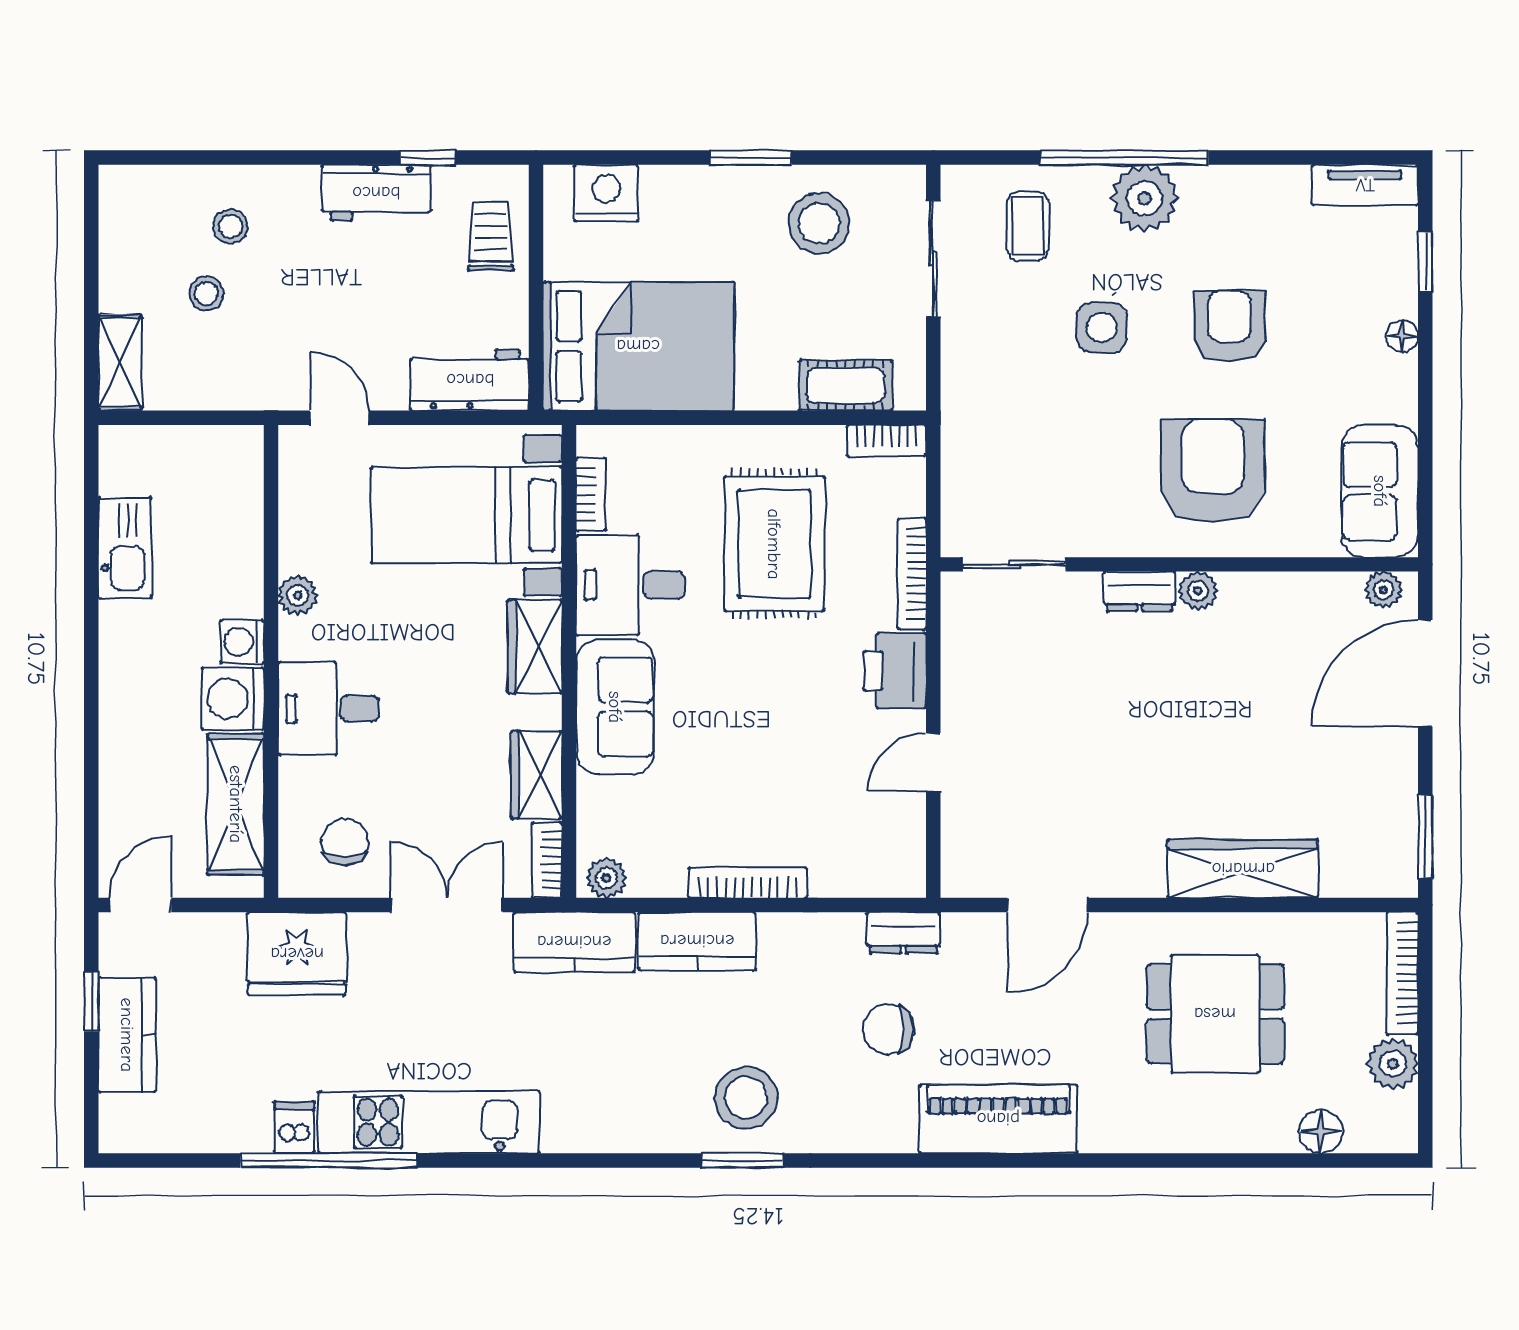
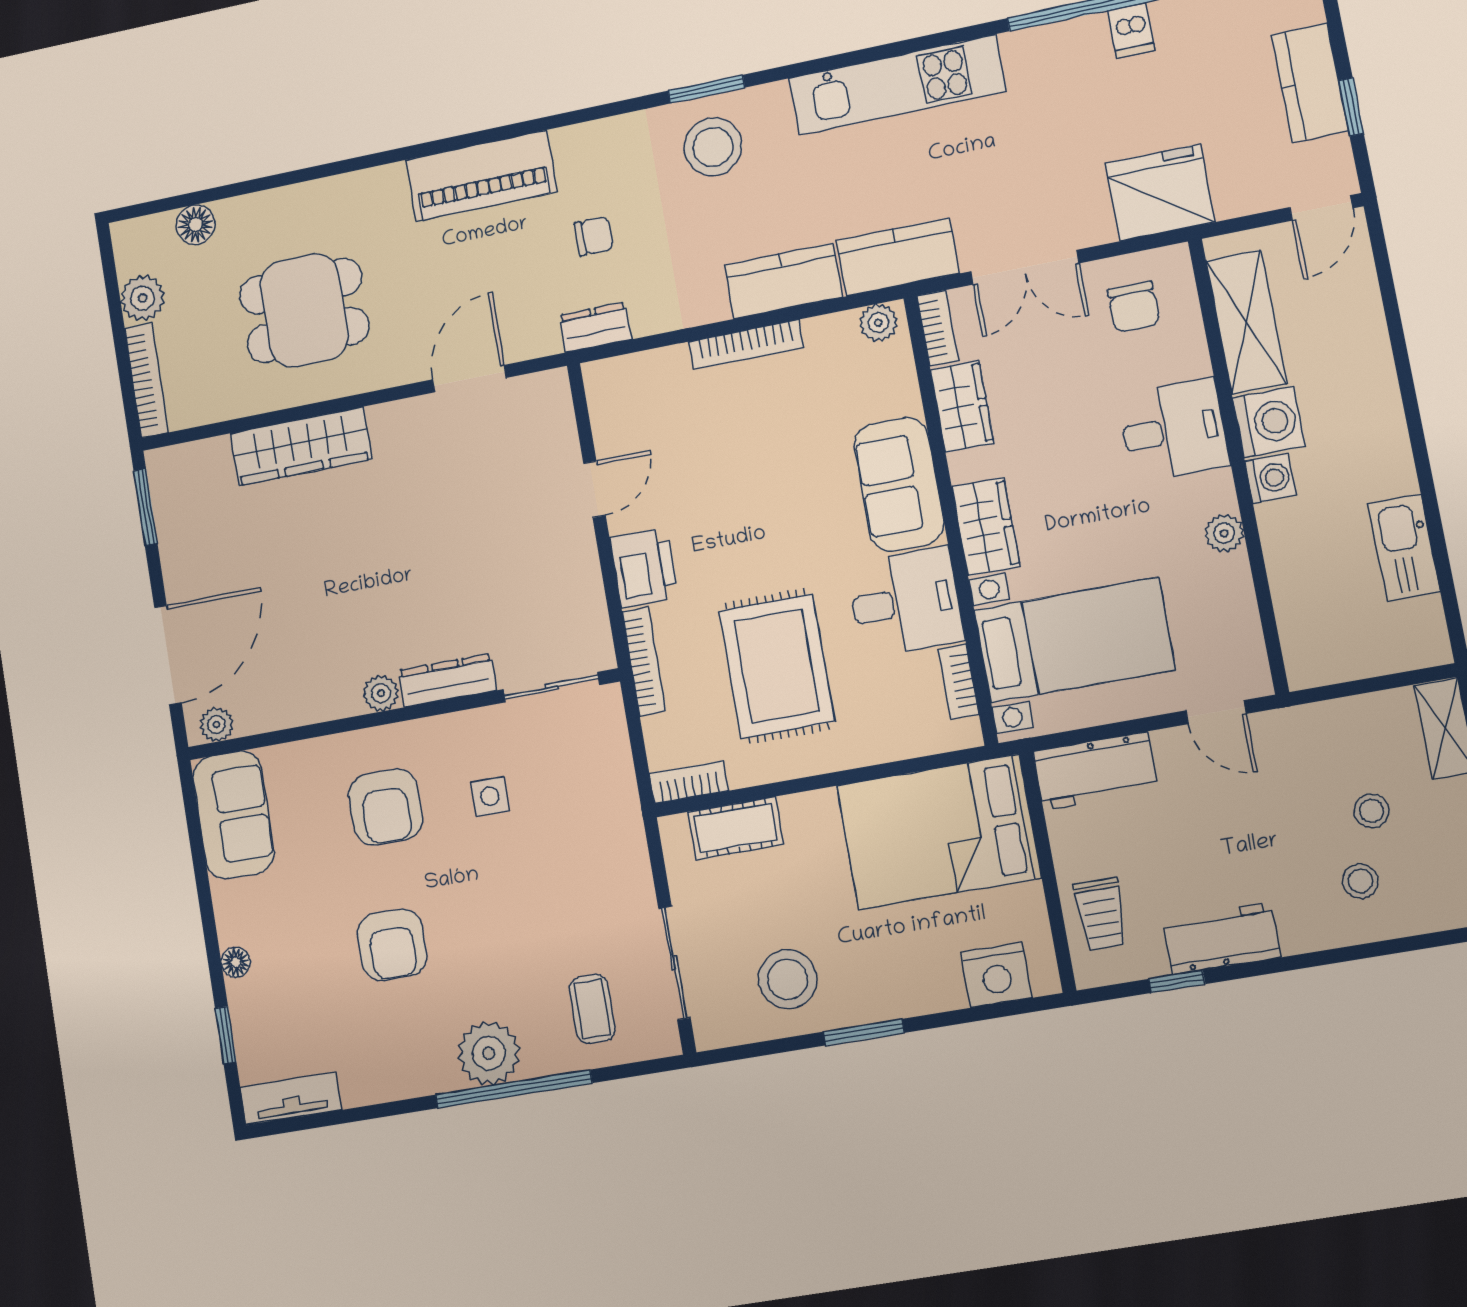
side table: (1102, 327) -> (490, 796), moved, width x0.73, depth x0.73
armchair: (1213, 471) -> (385, 807), width x0.73, depth x0.73
dresser: (1140, 591) -> (447, 680), width x1.44
chair: (889, 1030) -> (594, 236), width x0.73, depth x0.73
kitchen unit: (429, 1122) -> (897, 85), moved

